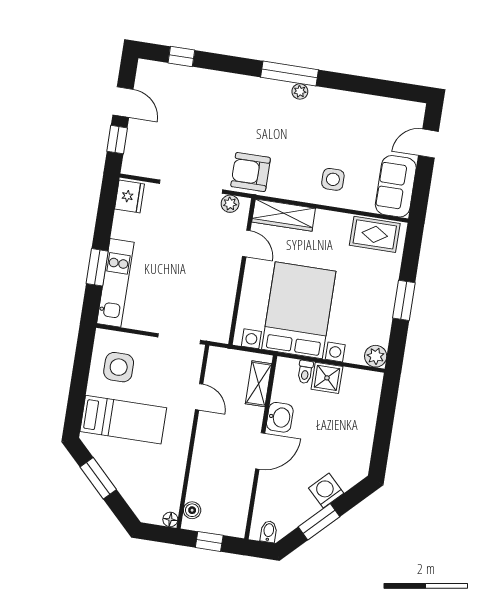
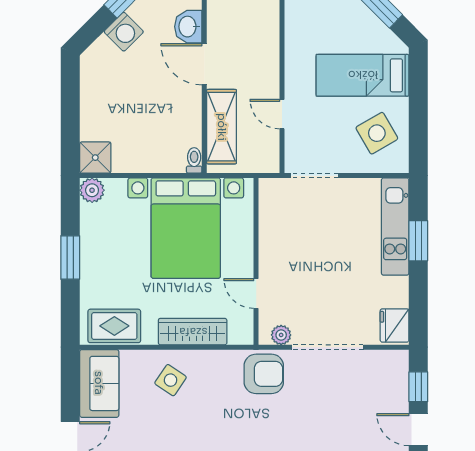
side table: (333, 179) -> (171, 380), turned 34
wardrobe: (284, 215) -> (193, 332), moved
side table: (119, 367) -> (377, 133), turned -30
toilet: (305, 372) -> (194, 160), moved
shower: (327, 378) -> (95, 158), moved
shelving: (259, 384) -> (222, 127), width x1.50, depth x1.33
washbasin: (280, 417) -> (188, 27), moved
door: (260, 451) -> (204, 64), hinge flipped

